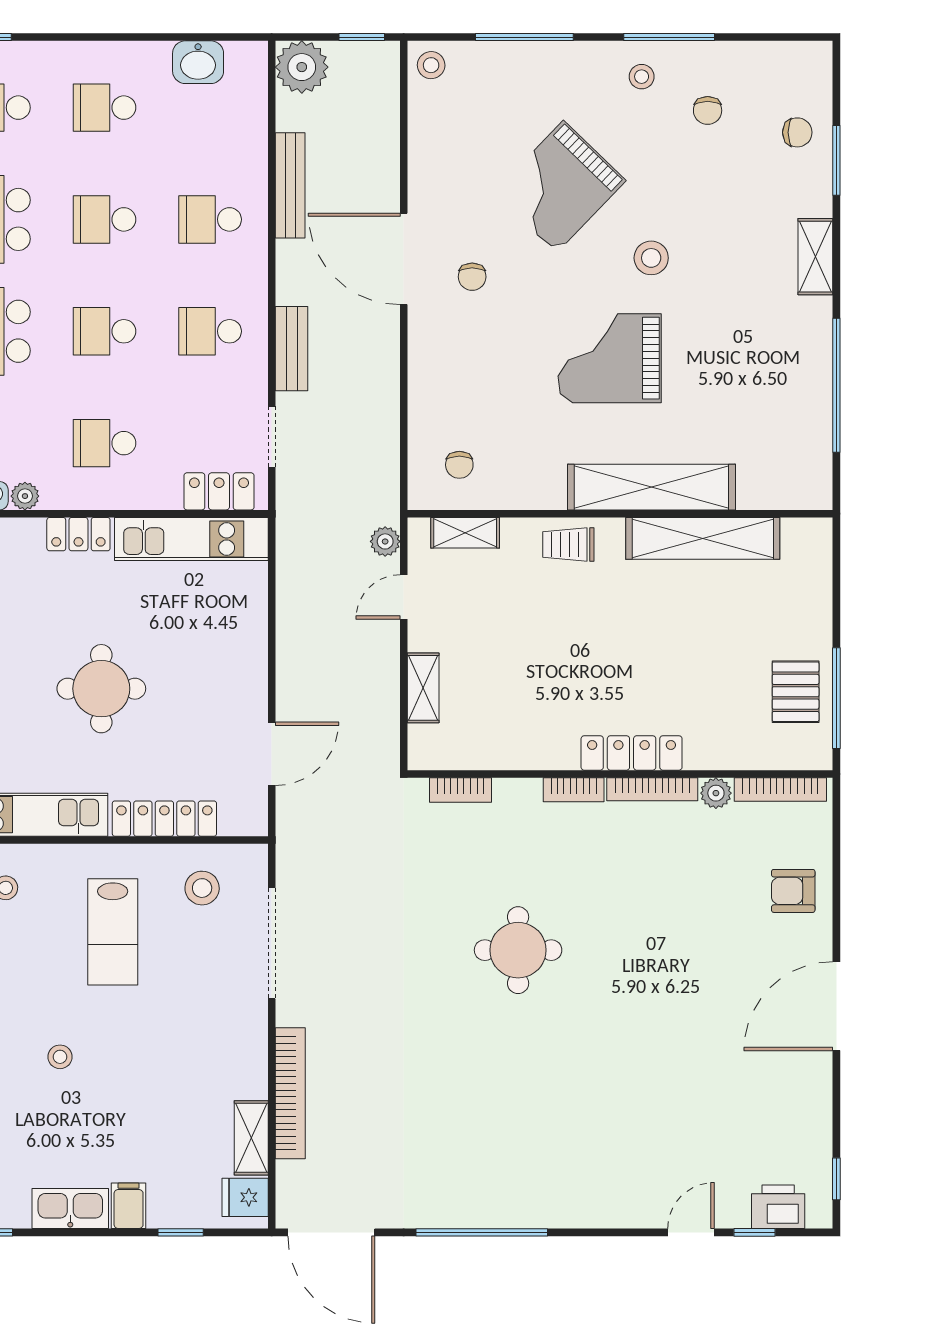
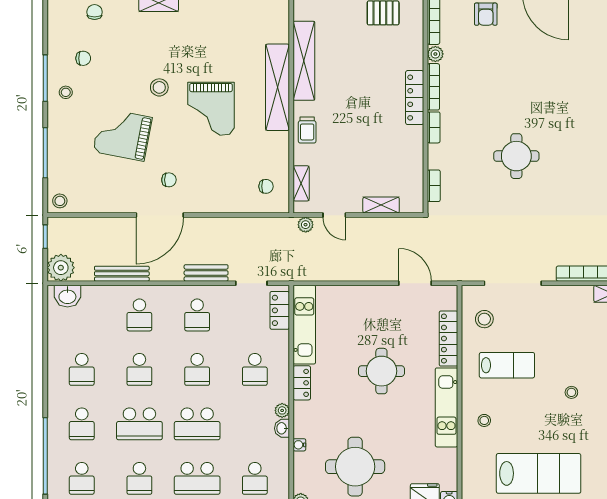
washbasin: (198, 62) -> (67, 296), moved, turned 90
grand piano: (560, 187) -> (123, 135), turned 147

